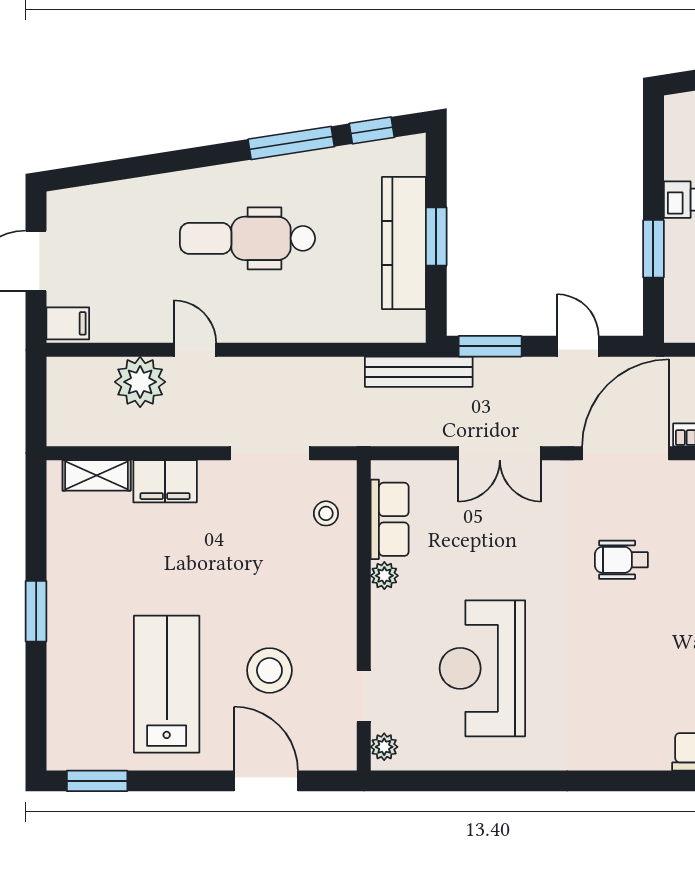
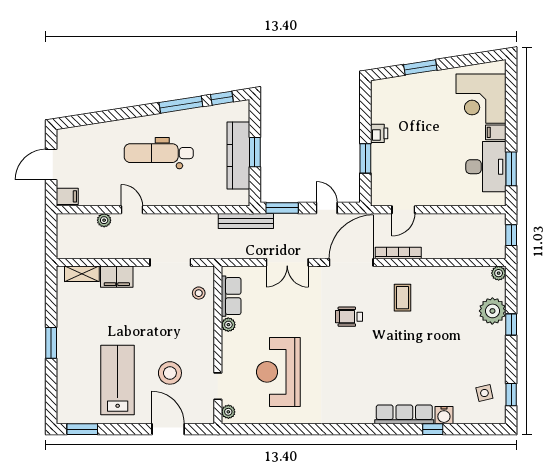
plant: (140, 382) -> (104, 220), width x0.53, depth x0.53

